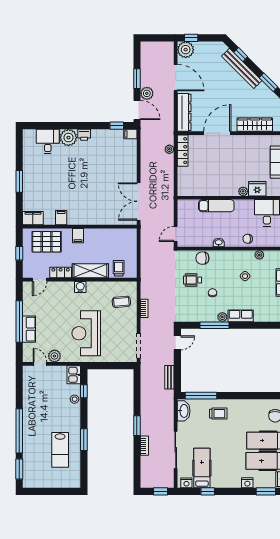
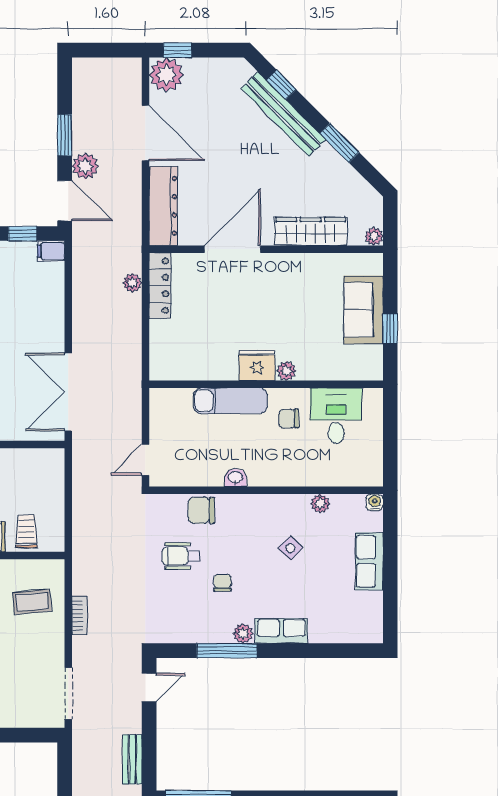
fridge: (257, 189) -> (257, 365), moved
chair: (248, 239) -> (289, 419), moved

